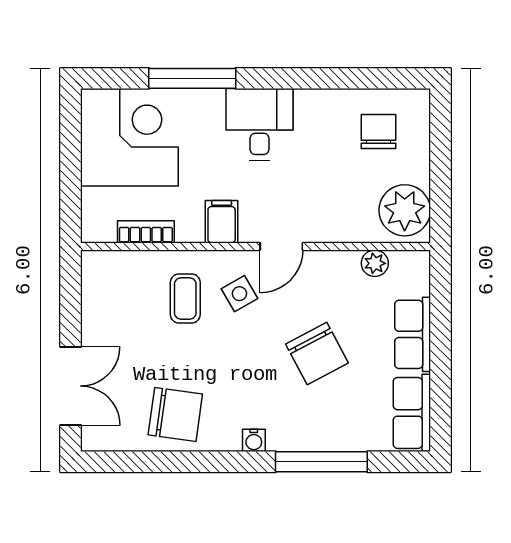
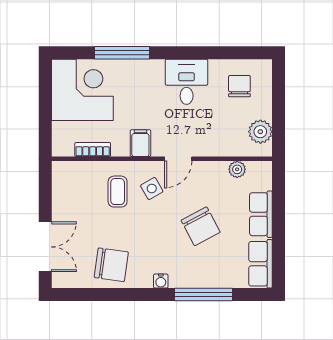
desk: (259, 124) -> (187, 82), moved
plant: (405, 210) -> (260, 132), width x0.73, depth x0.73

